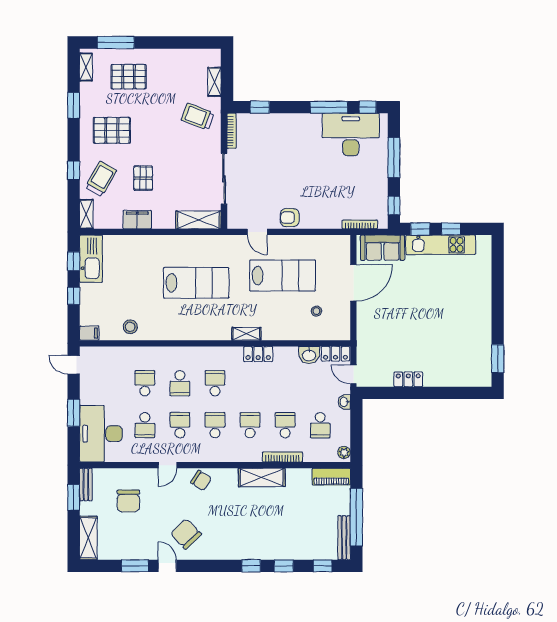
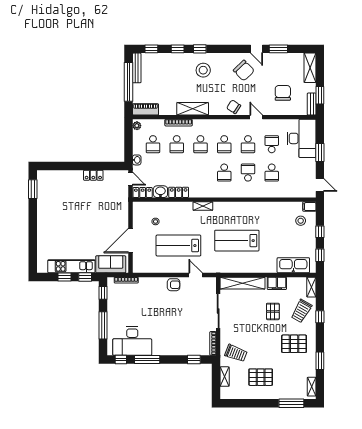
pallet: (129, 77) -> (261, 377), moved
shelving: (198, 220) -> (243, 283), width x1.47
kitchen sink: (91, 259) -> (293, 265), moved, turned 90
stool: (130, 327) -> (301, 221), moved
locker: (258, 354) -> (179, 192), moved
school desk: (320, 425) -> (153, 144), turned 180
door: (168, 465) -> (256, 117), hinge flipped
stool: (246, 534) -> (203, 70), added

